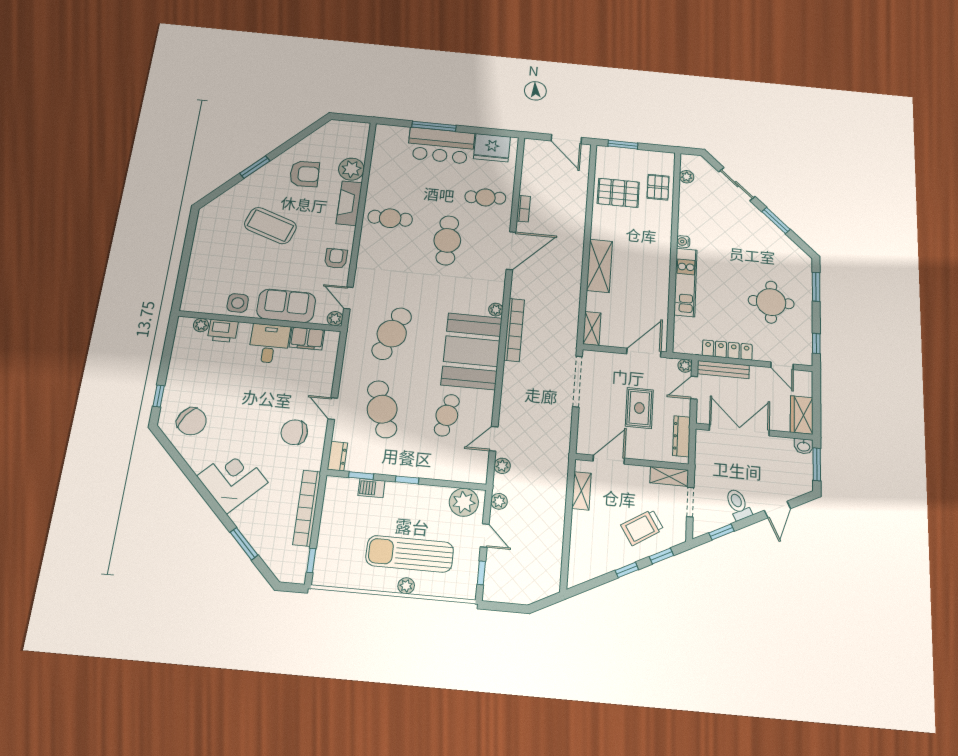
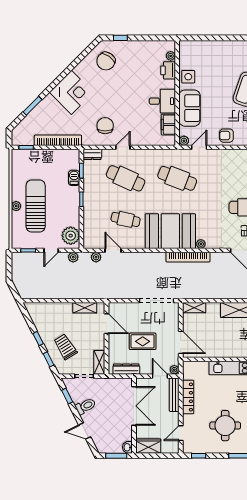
armchair: (336, 259) -> (226, 136), turned 180
cafe table: (382, 409) -> (126, 178), turned 42

